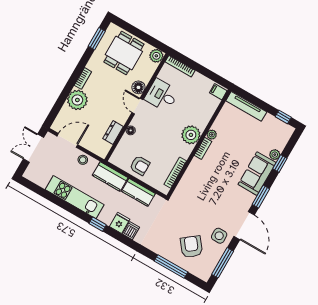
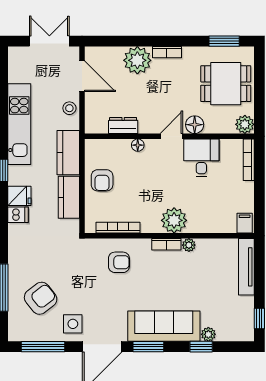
sofa: (257, 174) -> (164, 326), width x1.36
armchair: (197, 185) -> (119, 262), added

